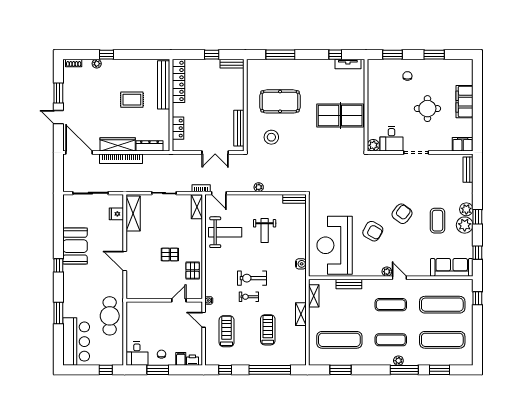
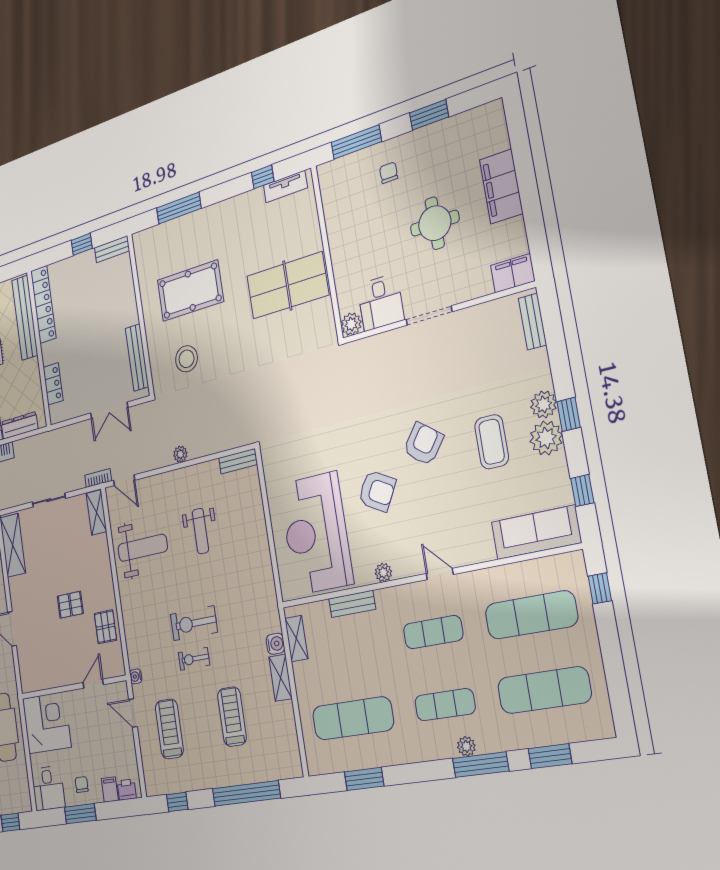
window: (392, 55) -> (356, 142), width x1.44
water cooler: (301, 264) -> (275, 644), moved
plant: (387, 272) -> (383, 573), moved
corner desk: (142, 317) -> (47, 723), added

